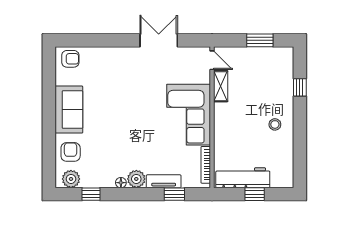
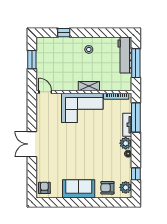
double door: (159, 40) -> (32, 144), moved
door: (212, 60) -> (45, 92), hinge flipped
shelving: (221, 86) -> (89, 86), moved
workbench: (243, 178) -> (125, 55), moved
window: (174, 194) -> (136, 117), width x2.17
window: (255, 194) -> (136, 63), width x2.17

